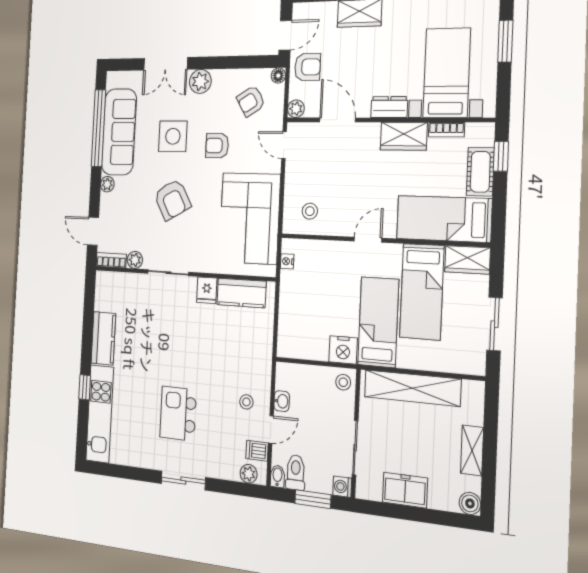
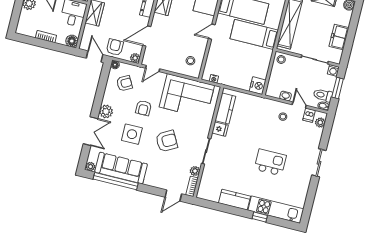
armchair: (251, 101) -> (124, 83), turned -87
plant: (107, 184) -> (90, 167), moved
door: (368, 240) -> (212, 32), hinge flipped
nightstand: (343, 350) -> (258, 86), moved
kitchen island: (178, 414) -> (270, 162), moved, turned 180

